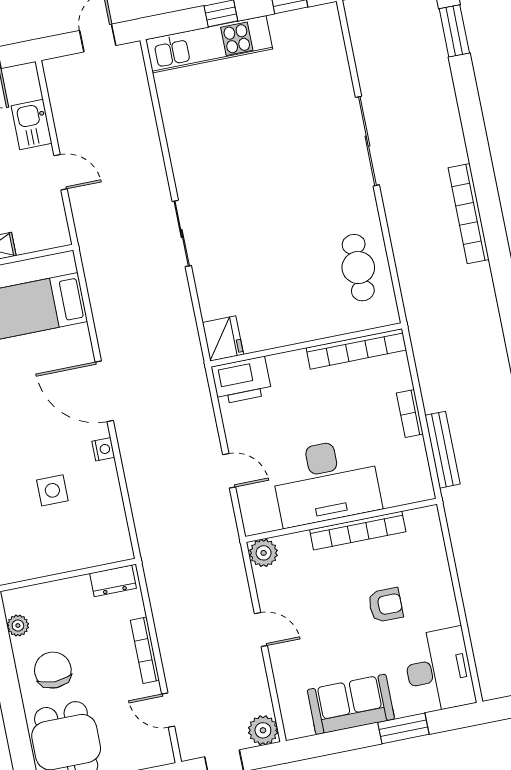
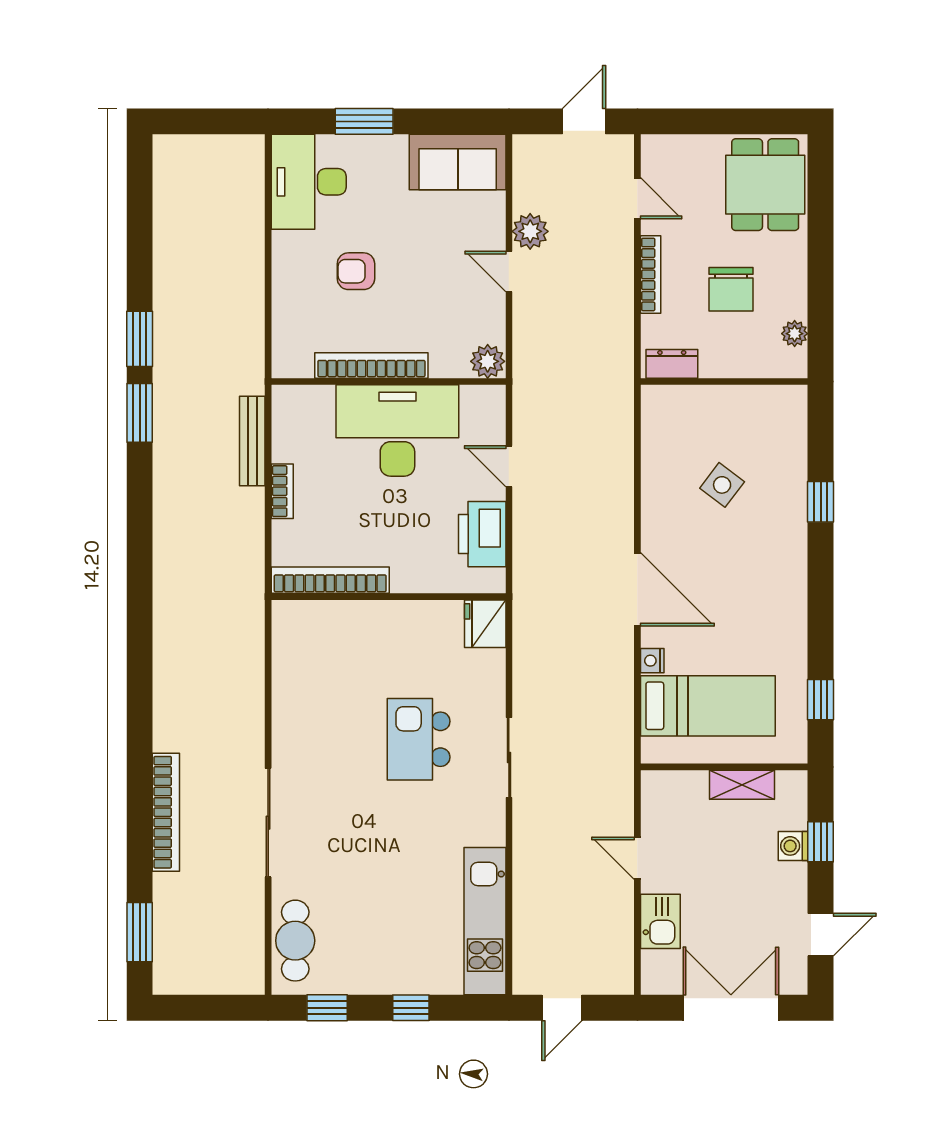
kitchen unit: (209, 44) -> (485, 921), moved, turned -90
bookcase: (469, 214) -> (166, 812), moved
kitchen island: (258, 234) -> (419, 739), added
cafe table: (358, 268) -> (295, 941), moved
printer: (242, 380) -> (482, 534), moved, turned -90
nightstand: (103, 449) -> (652, 661), moved
side table: (52, 490) -> (722, 485), turned 37
chair: (53, 670) -> (731, 289), moved
sofa: (351, 704) -> (458, 162), moved
plant: (263, 730) -> (530, 231), moved

